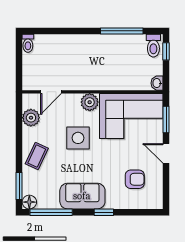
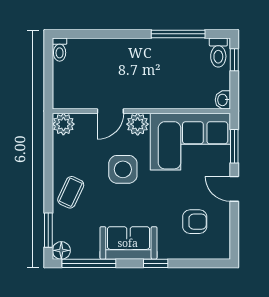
door: (51, 92) -> (110, 111), moved
plant: (31, 118) -> (63, 124), moved

